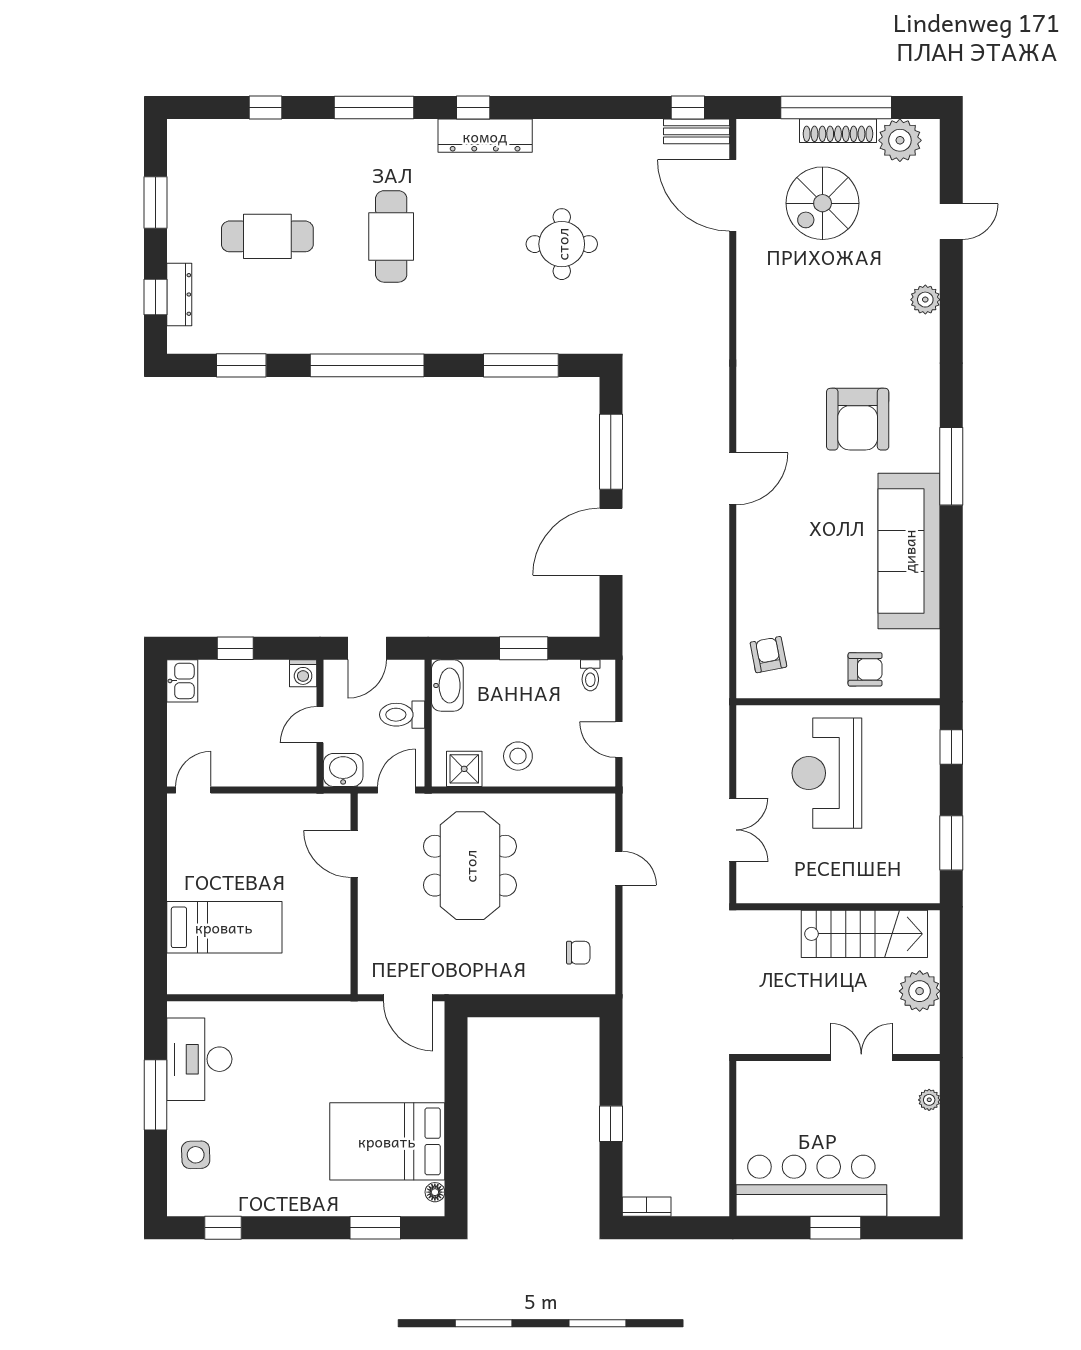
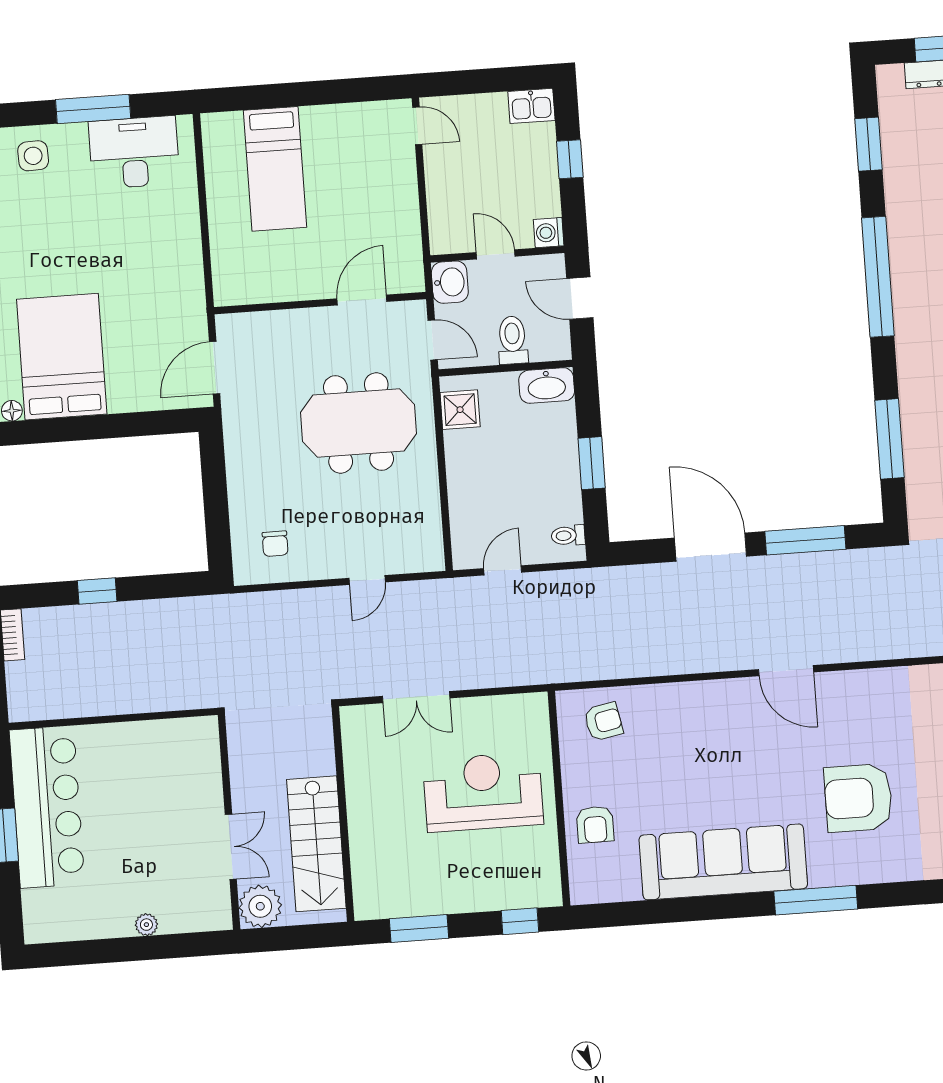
stool: (518, 756) -> (478, 465), removed
wall: (838, 1058) -> (229, 822), moved
double door: (861, 1058) -> (231, 847), moved

